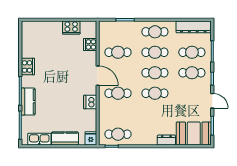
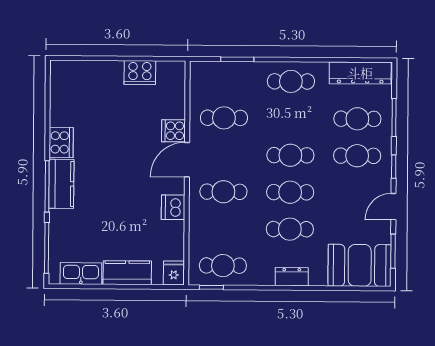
cooker: (90, 44) -> (174, 131), moved
cafe table: (155, 52) -> (290, 229), moved
door: (98, 76) -> (187, 160), swing flipped
door: (212, 101) -> (393, 207), swing flipped
kitchen counter: (28, 102) -> (61, 184), moved
dresser: (166, 140) -> (292, 277), moved

